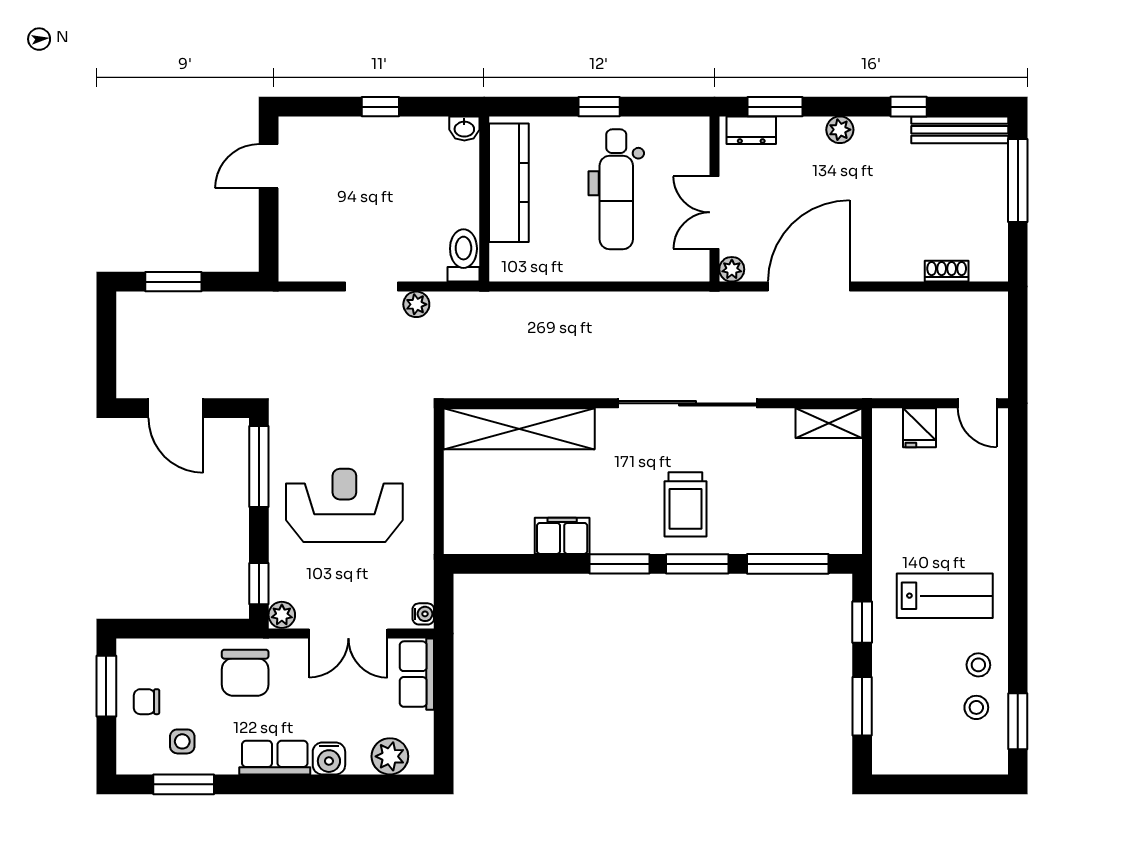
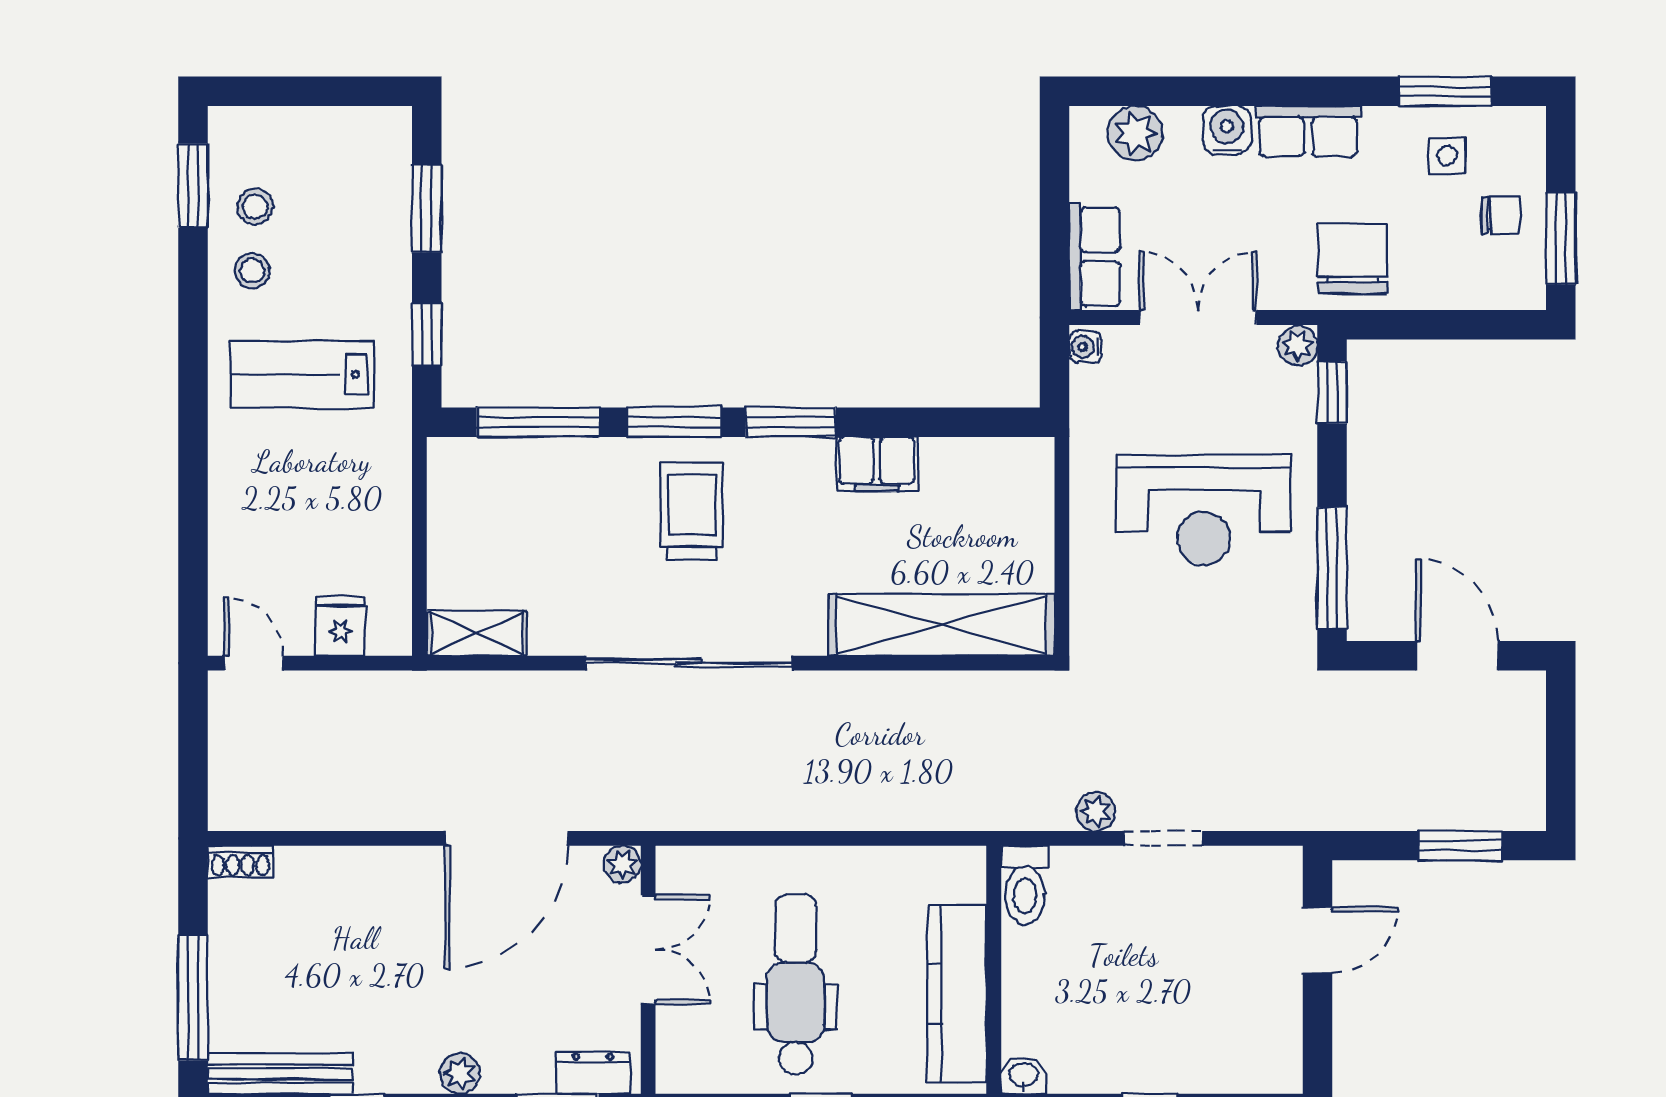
door: (269, 166) -> (1317, 940), moved
shoe rack: (947, 271) -> (240, 861), moved

